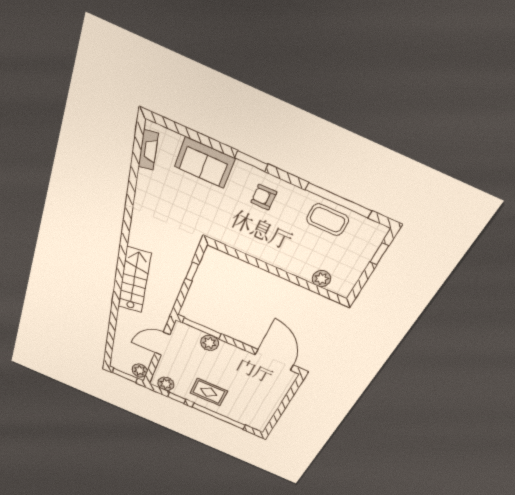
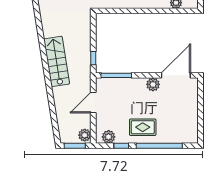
window: (192, 272) -> (93, 58), moved
plant: (210, 343) -> (153, 84), moved
door: (274, 360) -> (176, 75), hinge flipped

